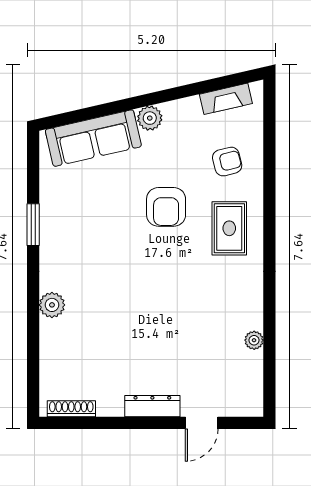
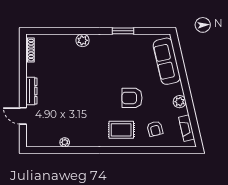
plant: (150, 118) -> (180, 102), moved

